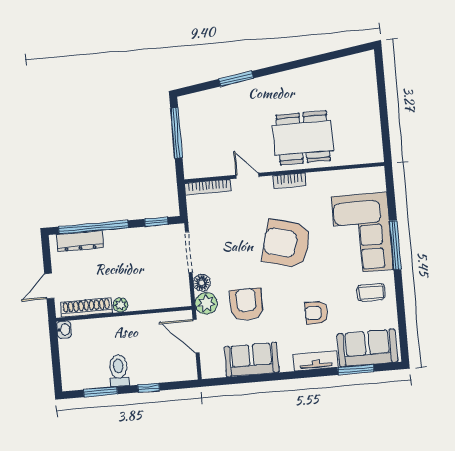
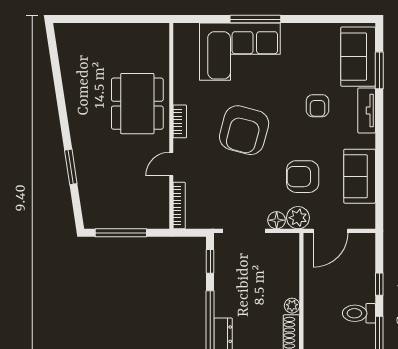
coffee table: (371, 292) -> (302, 48), removed

